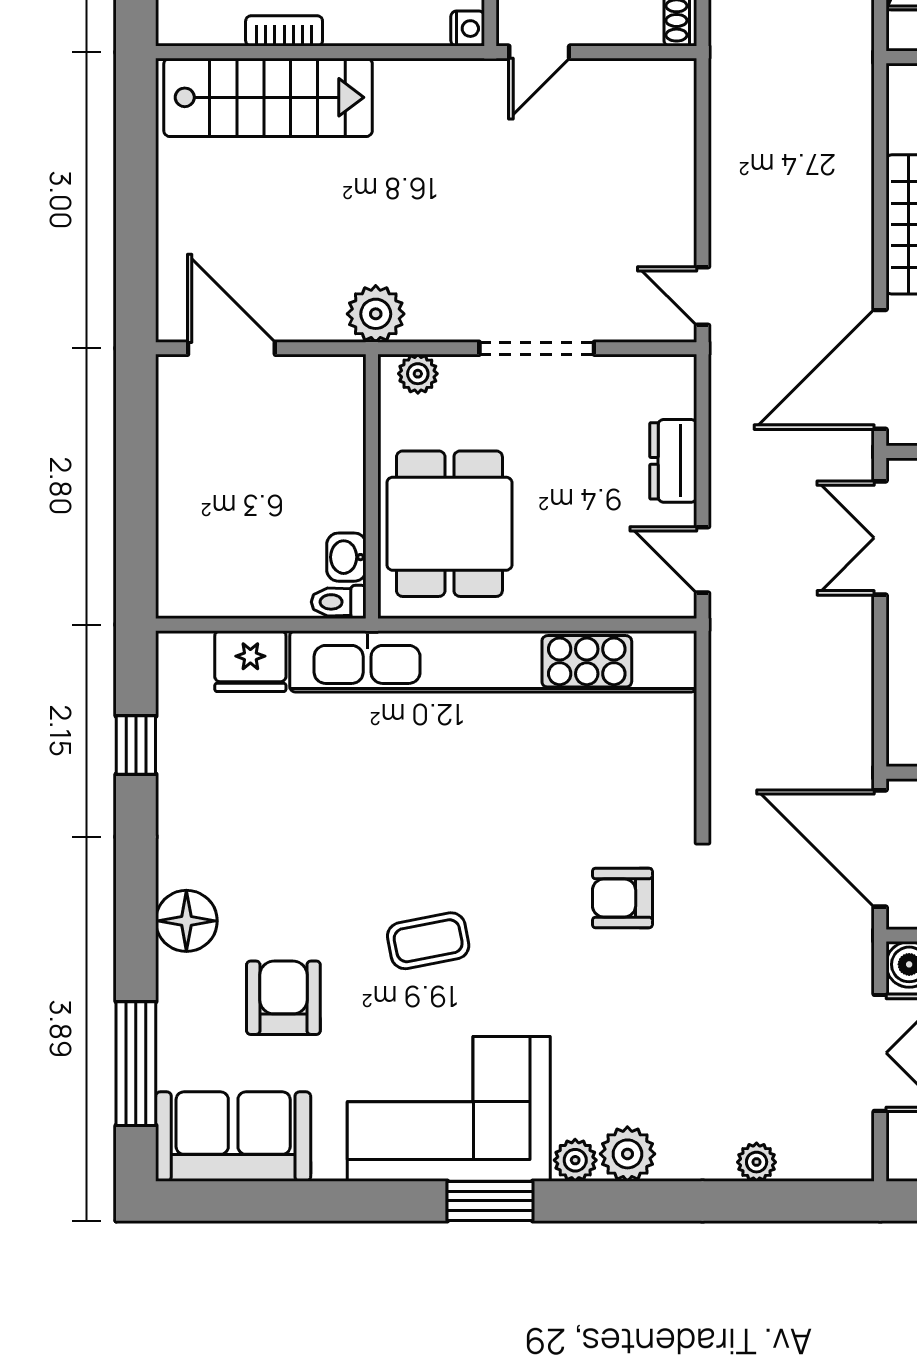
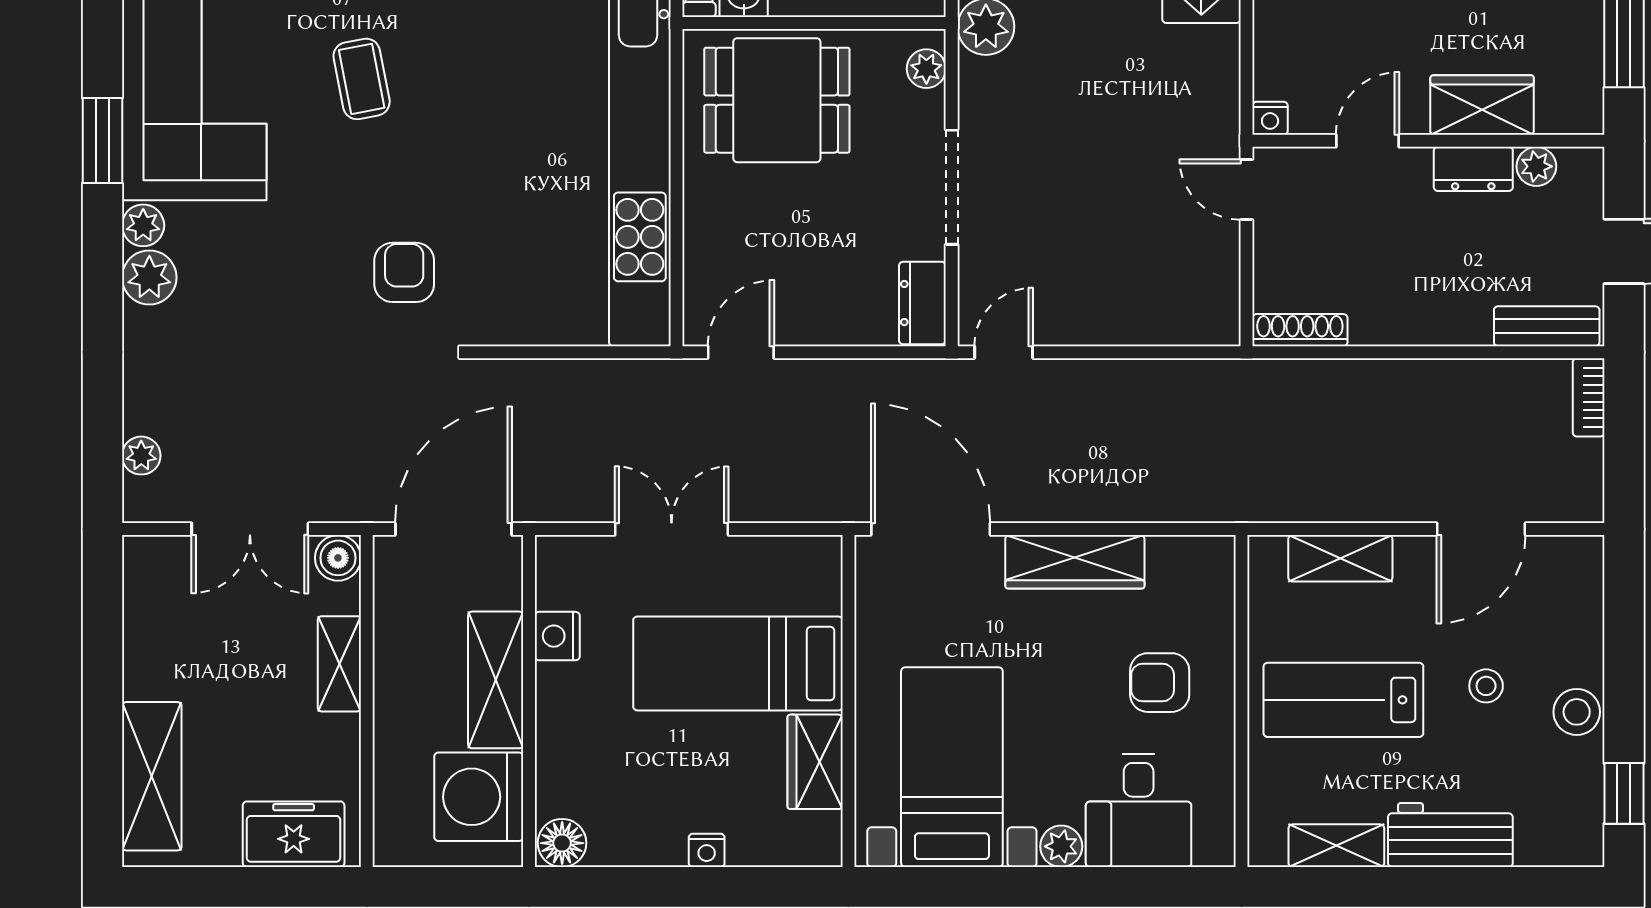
dresser: (673, 461) -> (922, 303), moved, turned -90
double door: (880, 538) -> (672, 529), moved
plant: (757, 1162) -> (141, 456), moved

